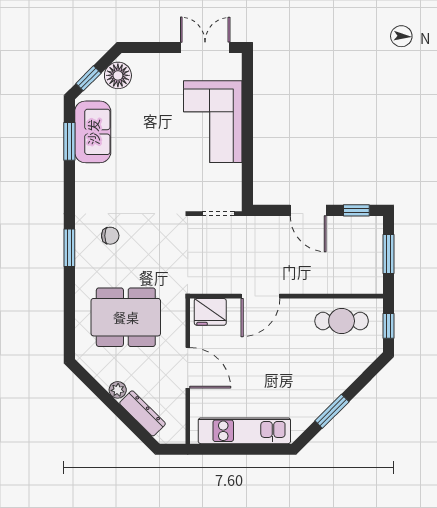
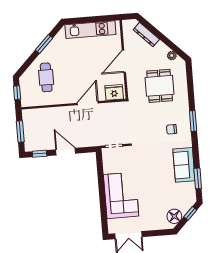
sofa: (93, 132) -> (184, 165), moved
dining table: (126, 317) -> (160, 86), width x0.73
cafe table: (342, 321) -> (46, 77), moved, turned 90
door: (188, 368) -> (124, 61), hinge flipped
plant: (118, 390) -> (172, 56), moved

